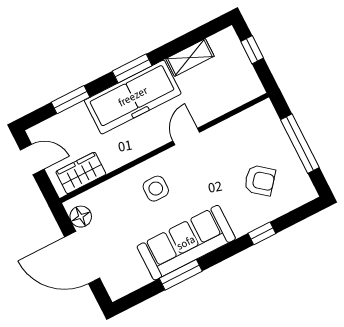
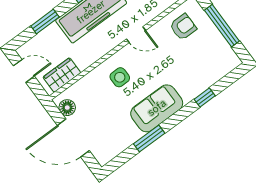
door: (186, 137) -> (136, 35), swing flipped
armchair: (260, 180) -> (183, 27), moved, turned -39
sofa: (186, 243) -> (157, 108), width x0.73

